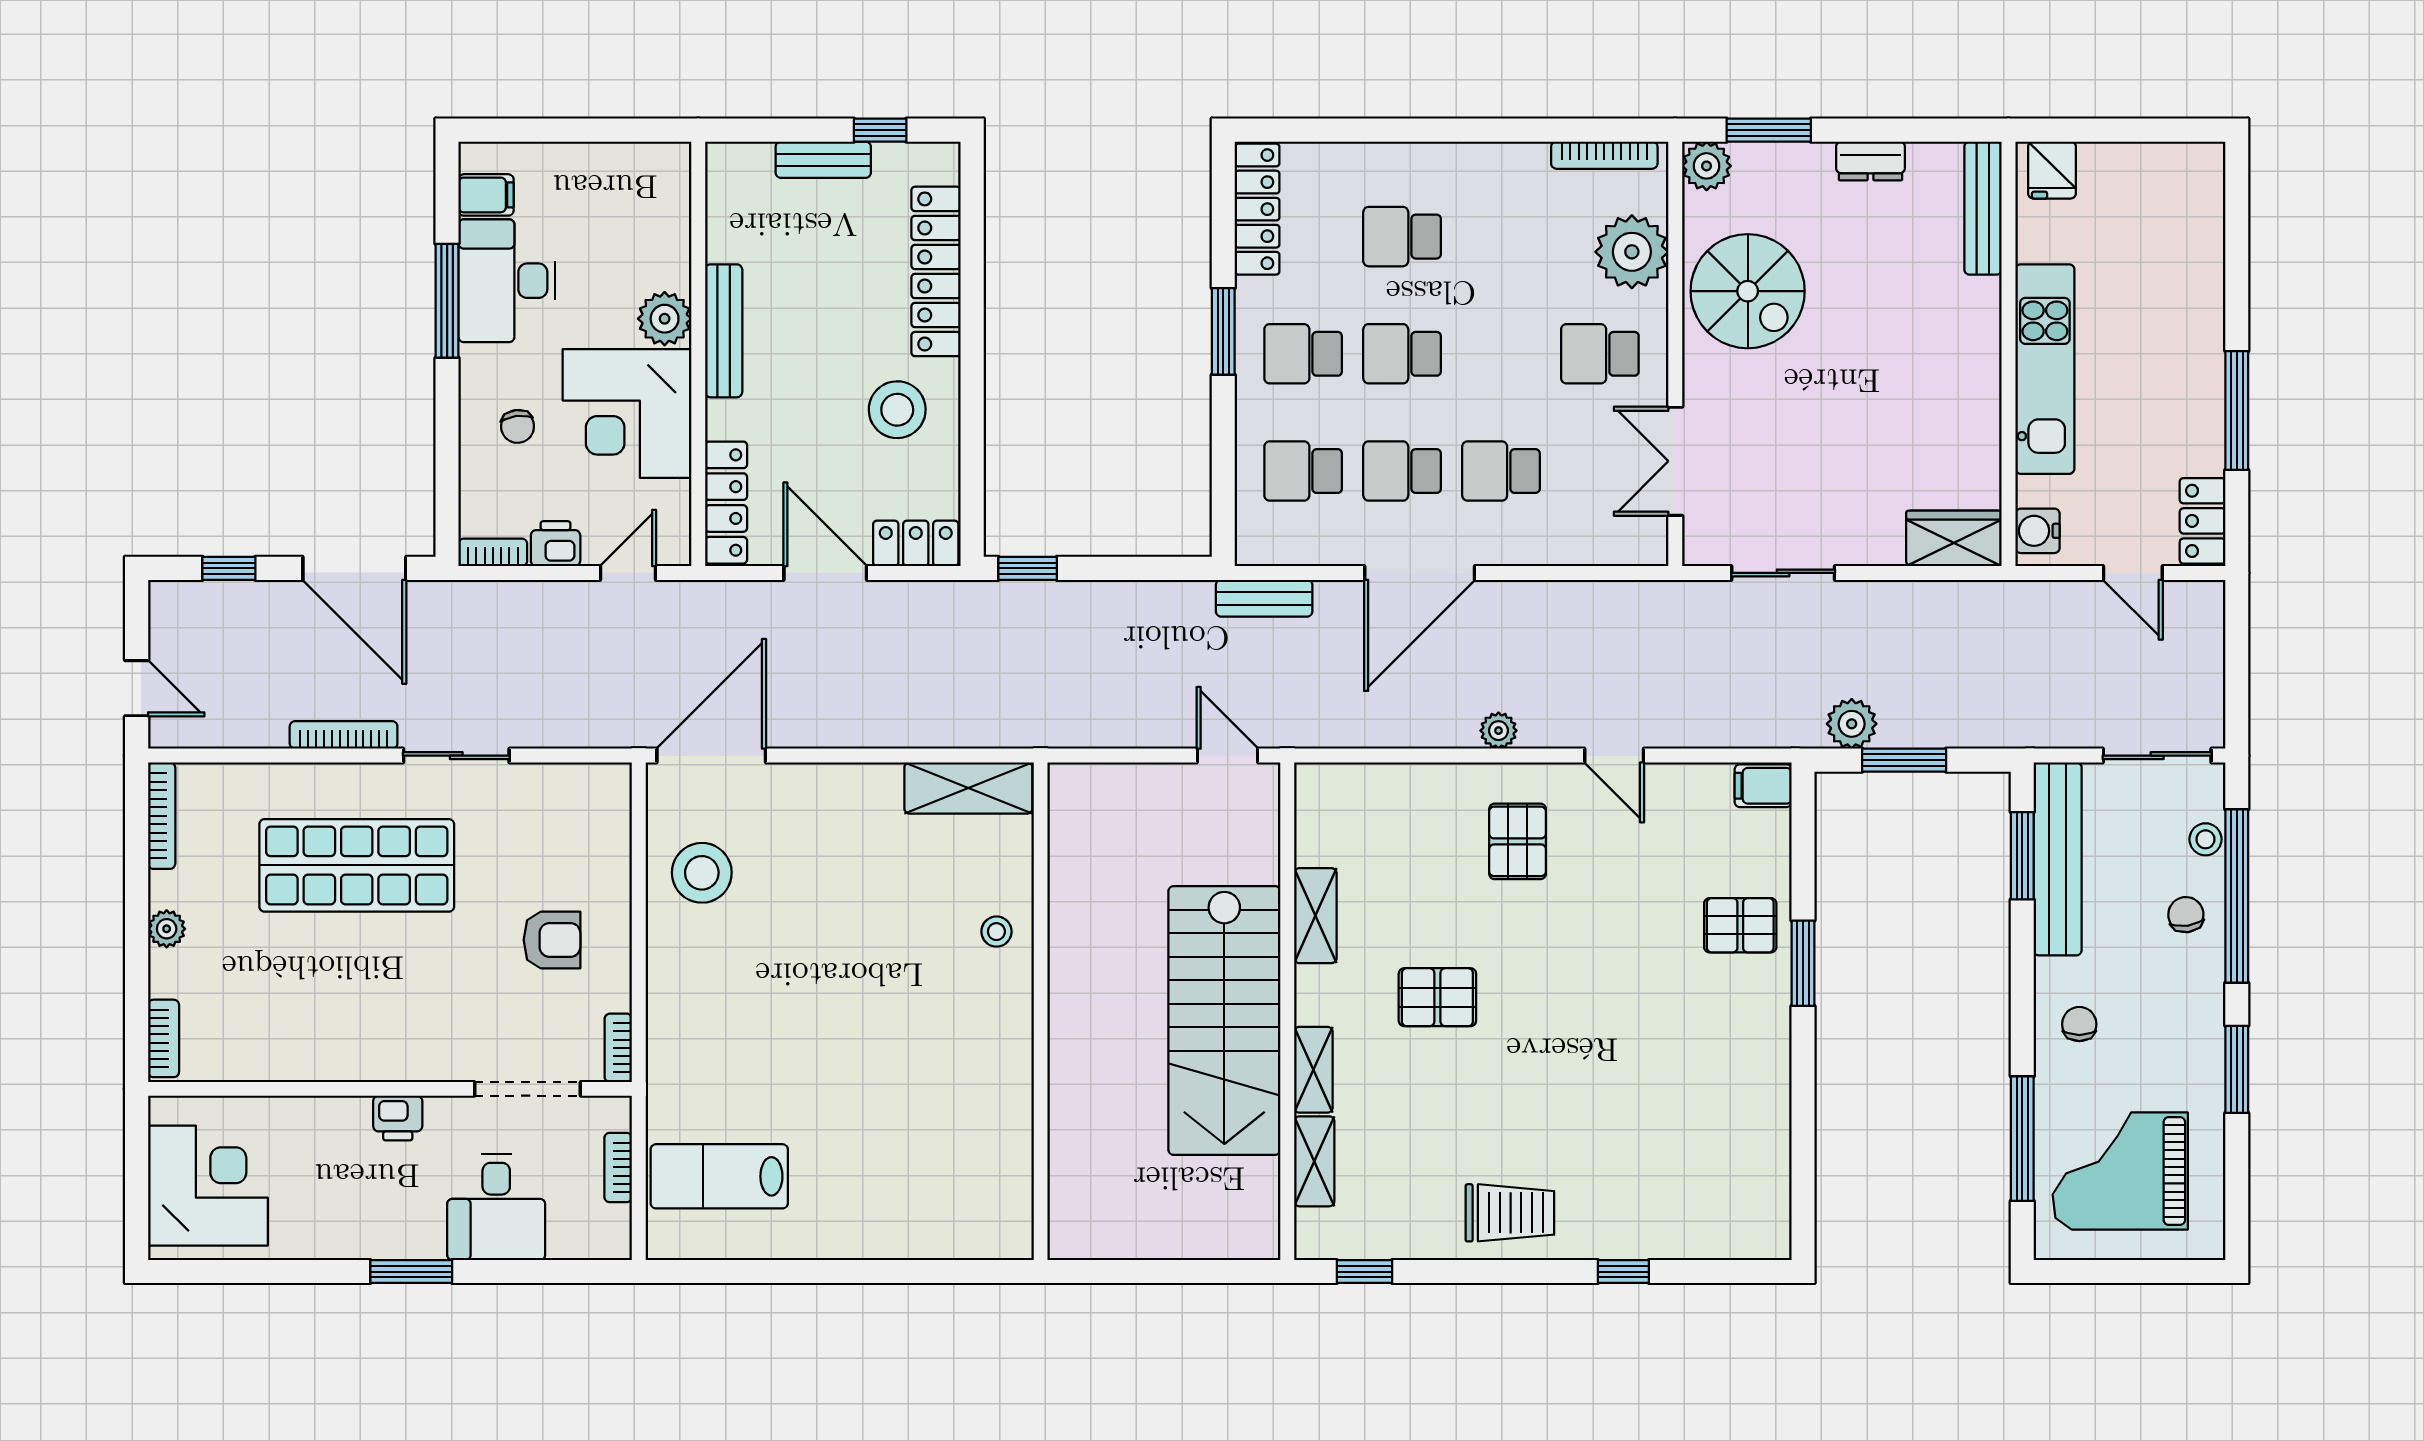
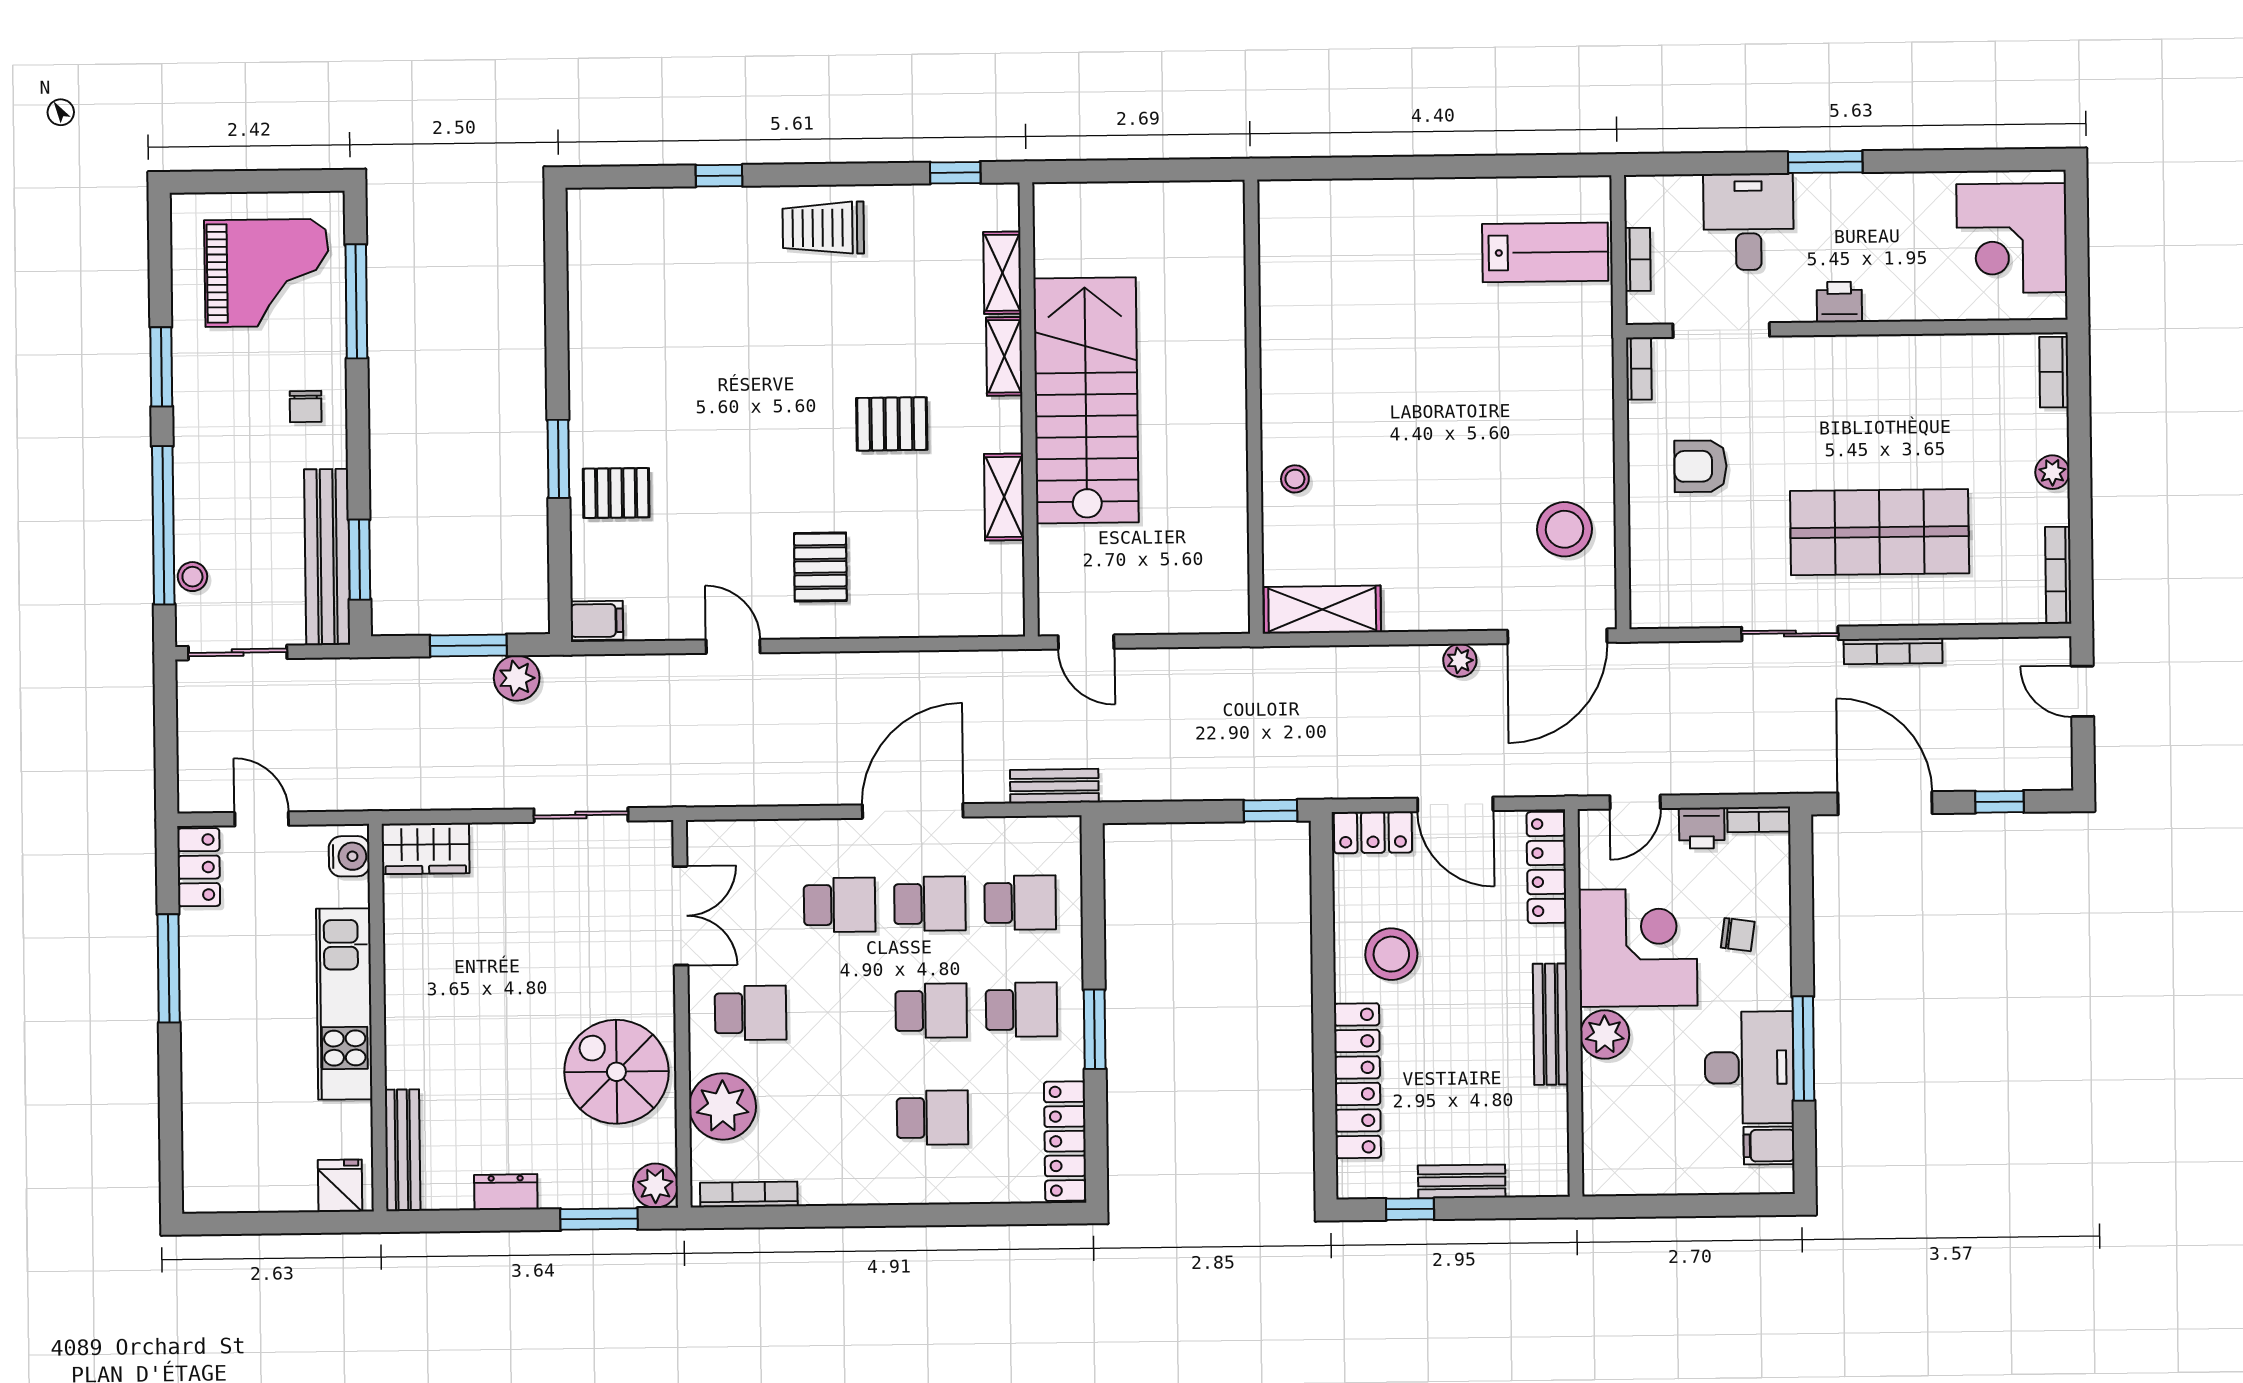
chair: (518, 426) -> (1738, 935), turned 105
plant: (1498, 731) -> (1460, 660), moved
chair: (2186, 915) -> (210, 508), removed

